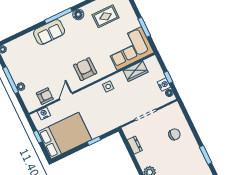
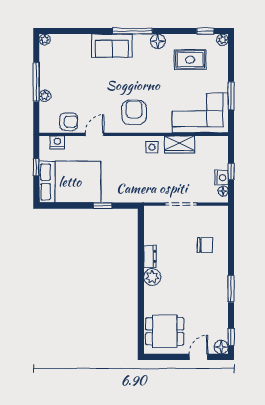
wardrobe: (135, 71) -> (179, 144), moved
dresser: (135, 145) -> (150, 256), moved

